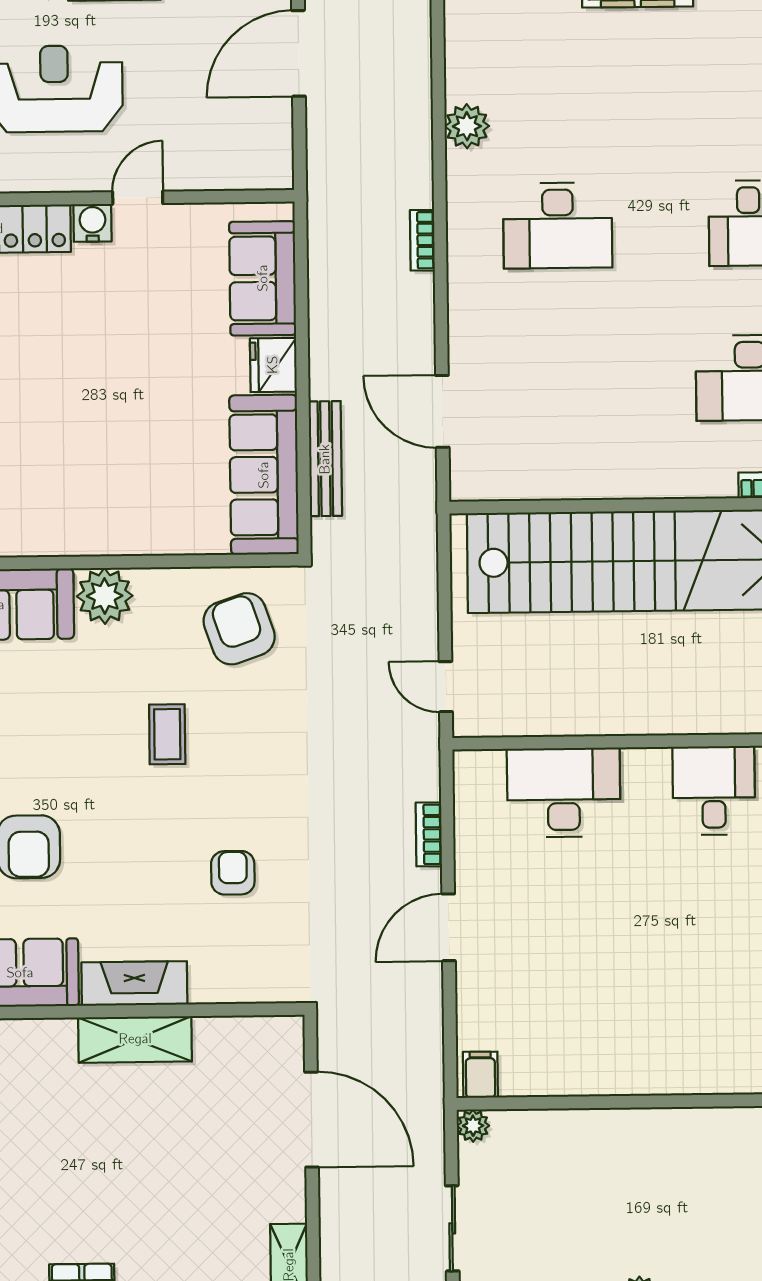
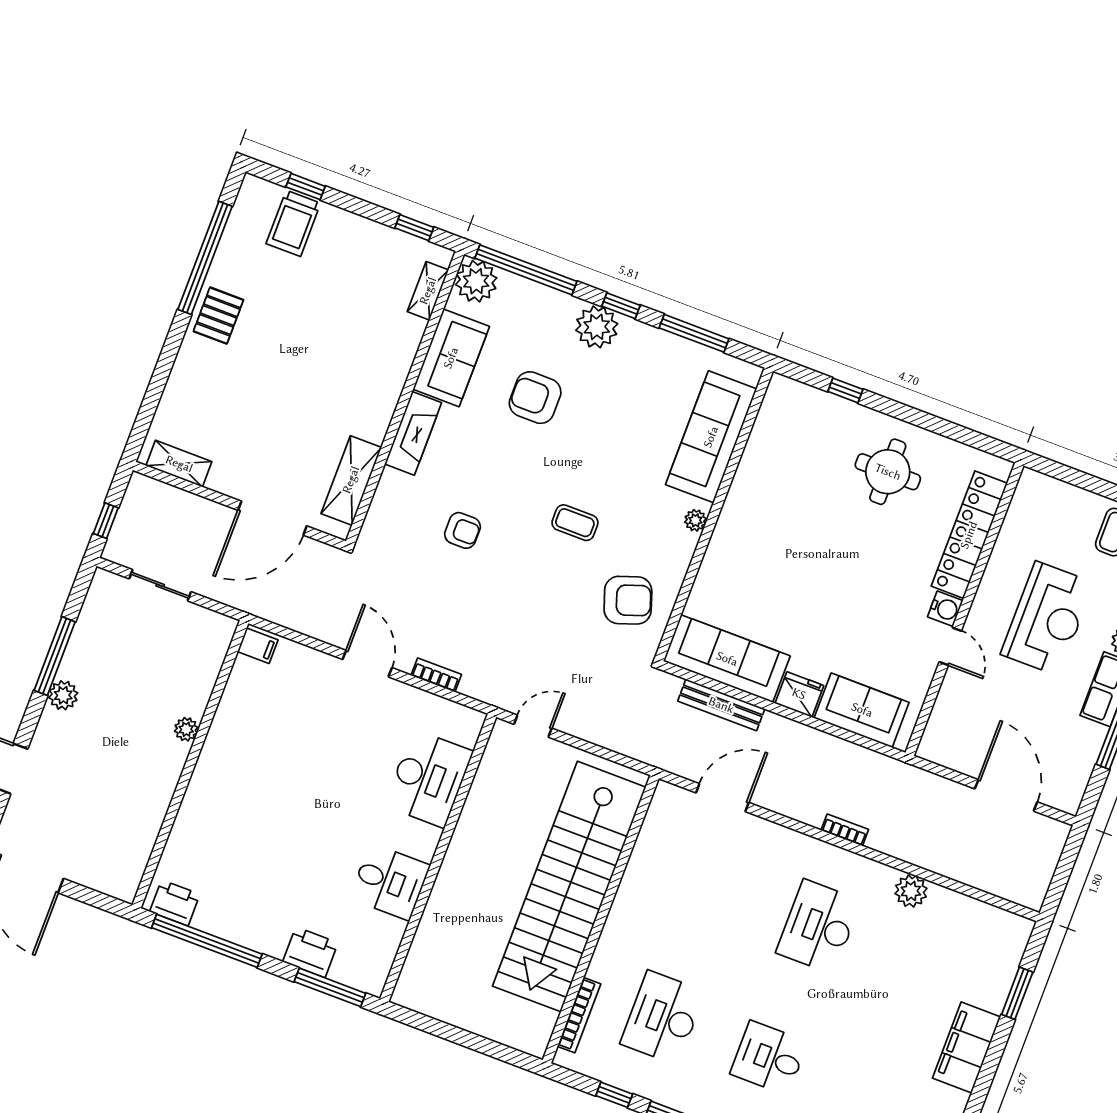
plant: (105, 596) -> (695, 520), width x0.53, depth x0.53
shelving: (135, 1039) -> (351, 480), moved
plant: (473, 1126) -> (186, 729), moved

